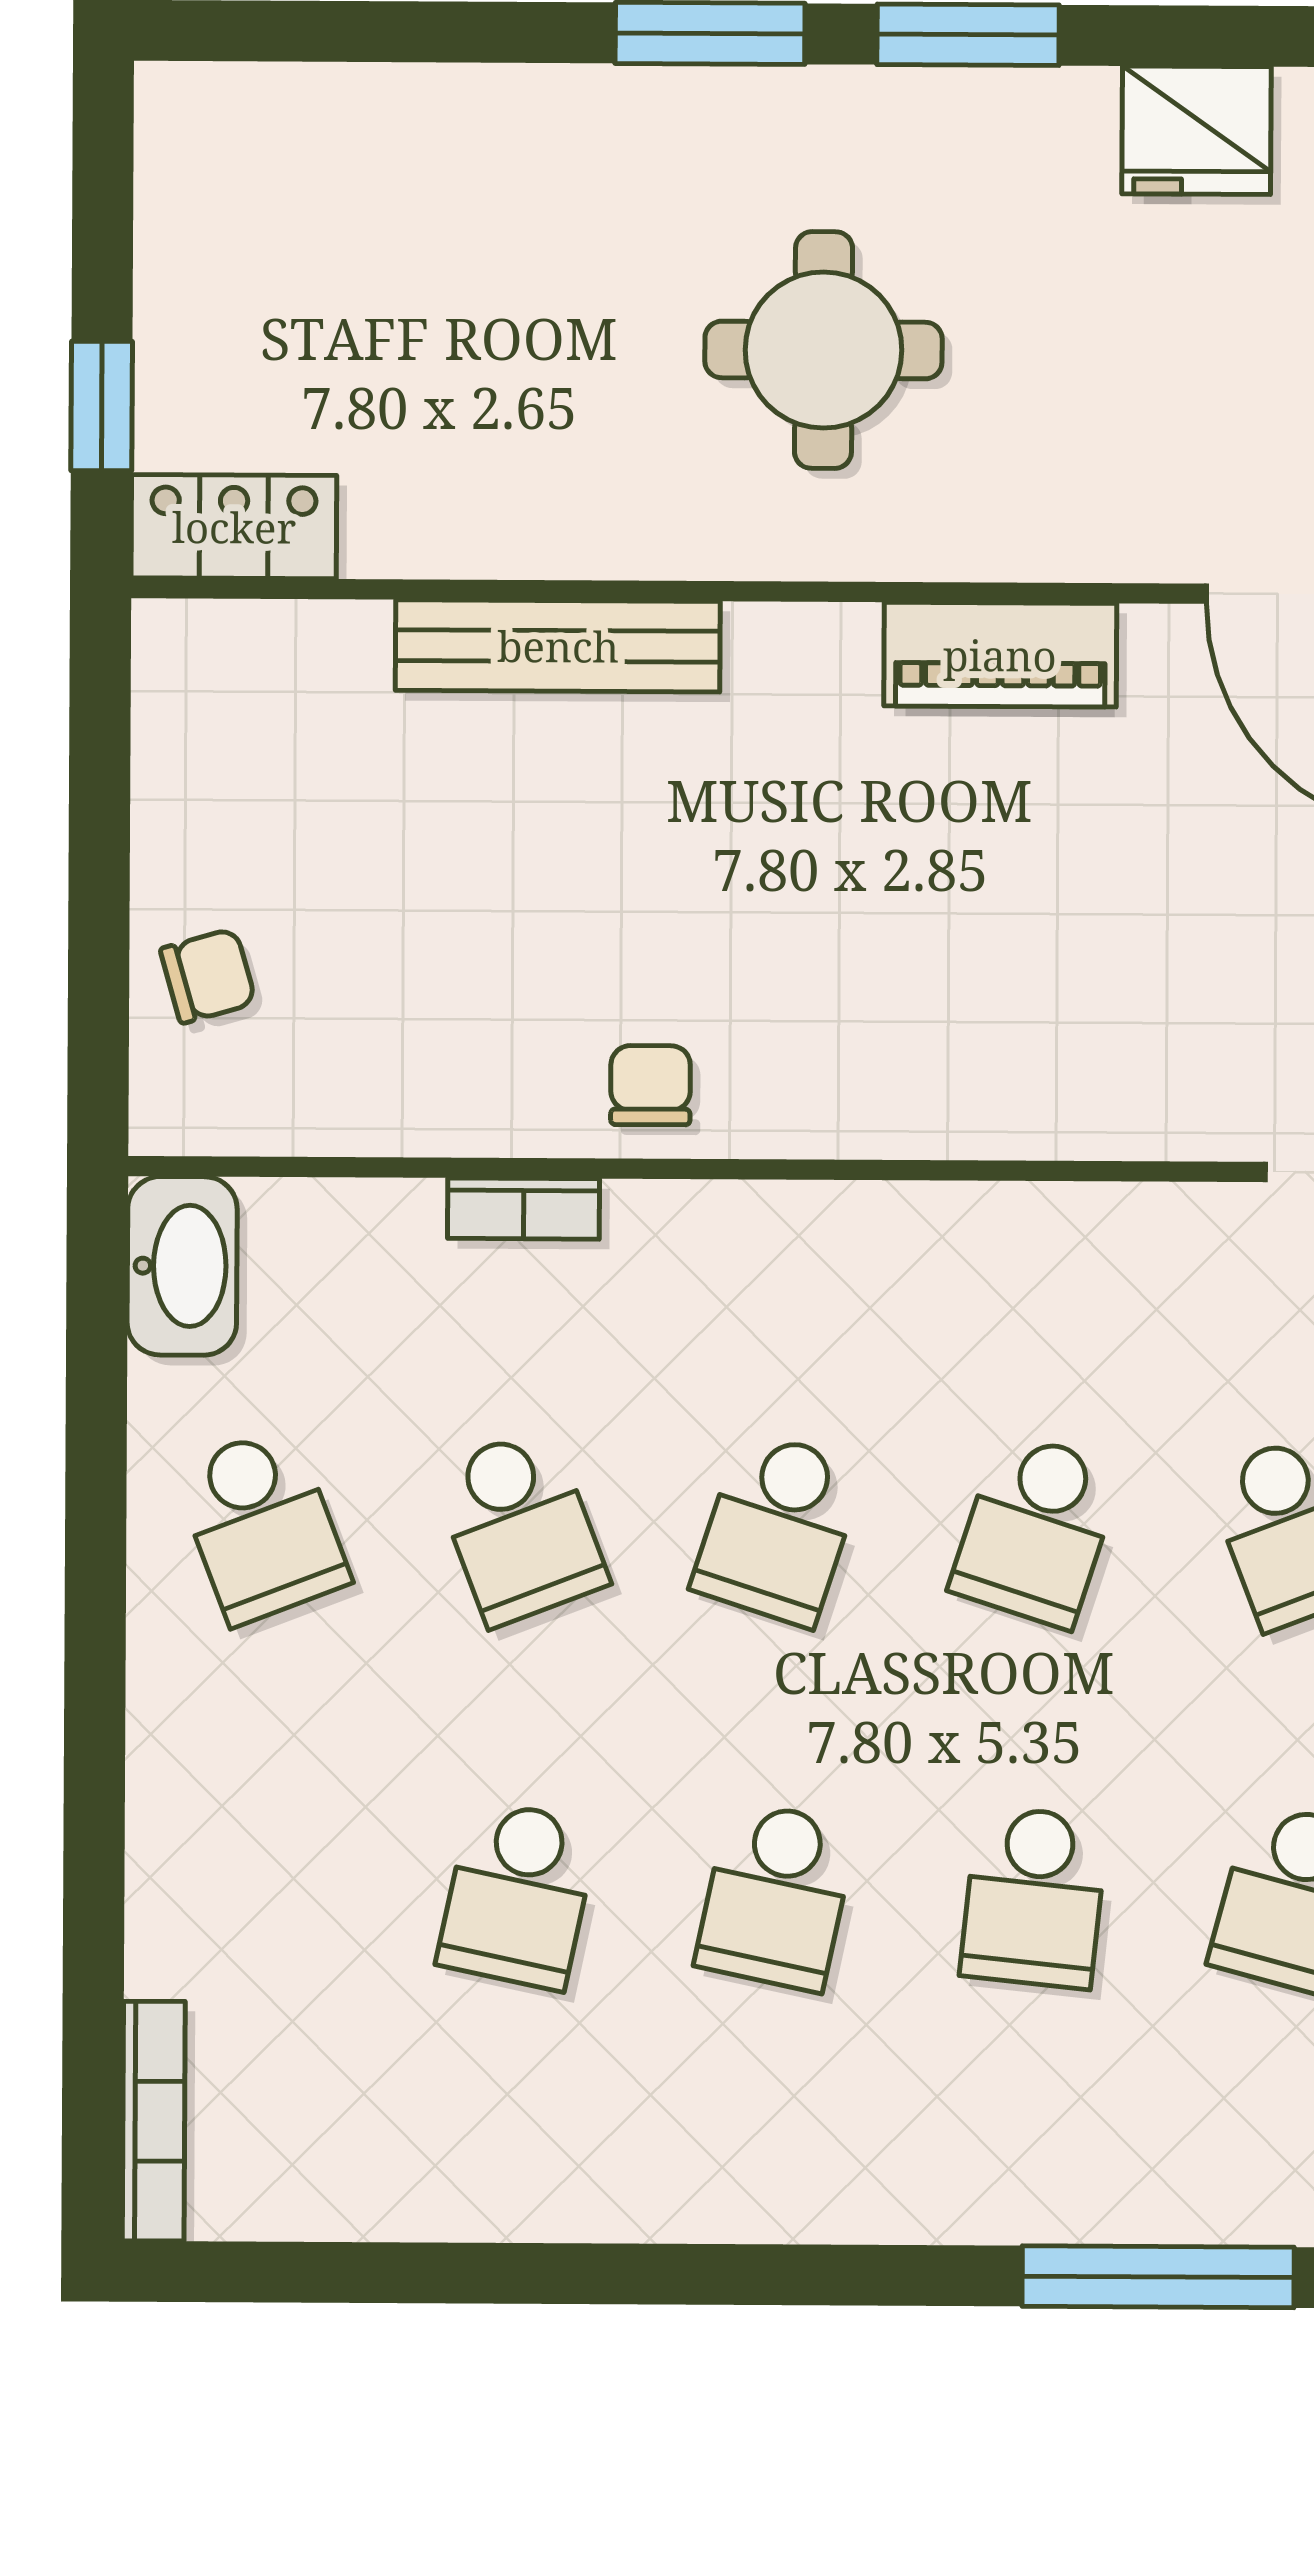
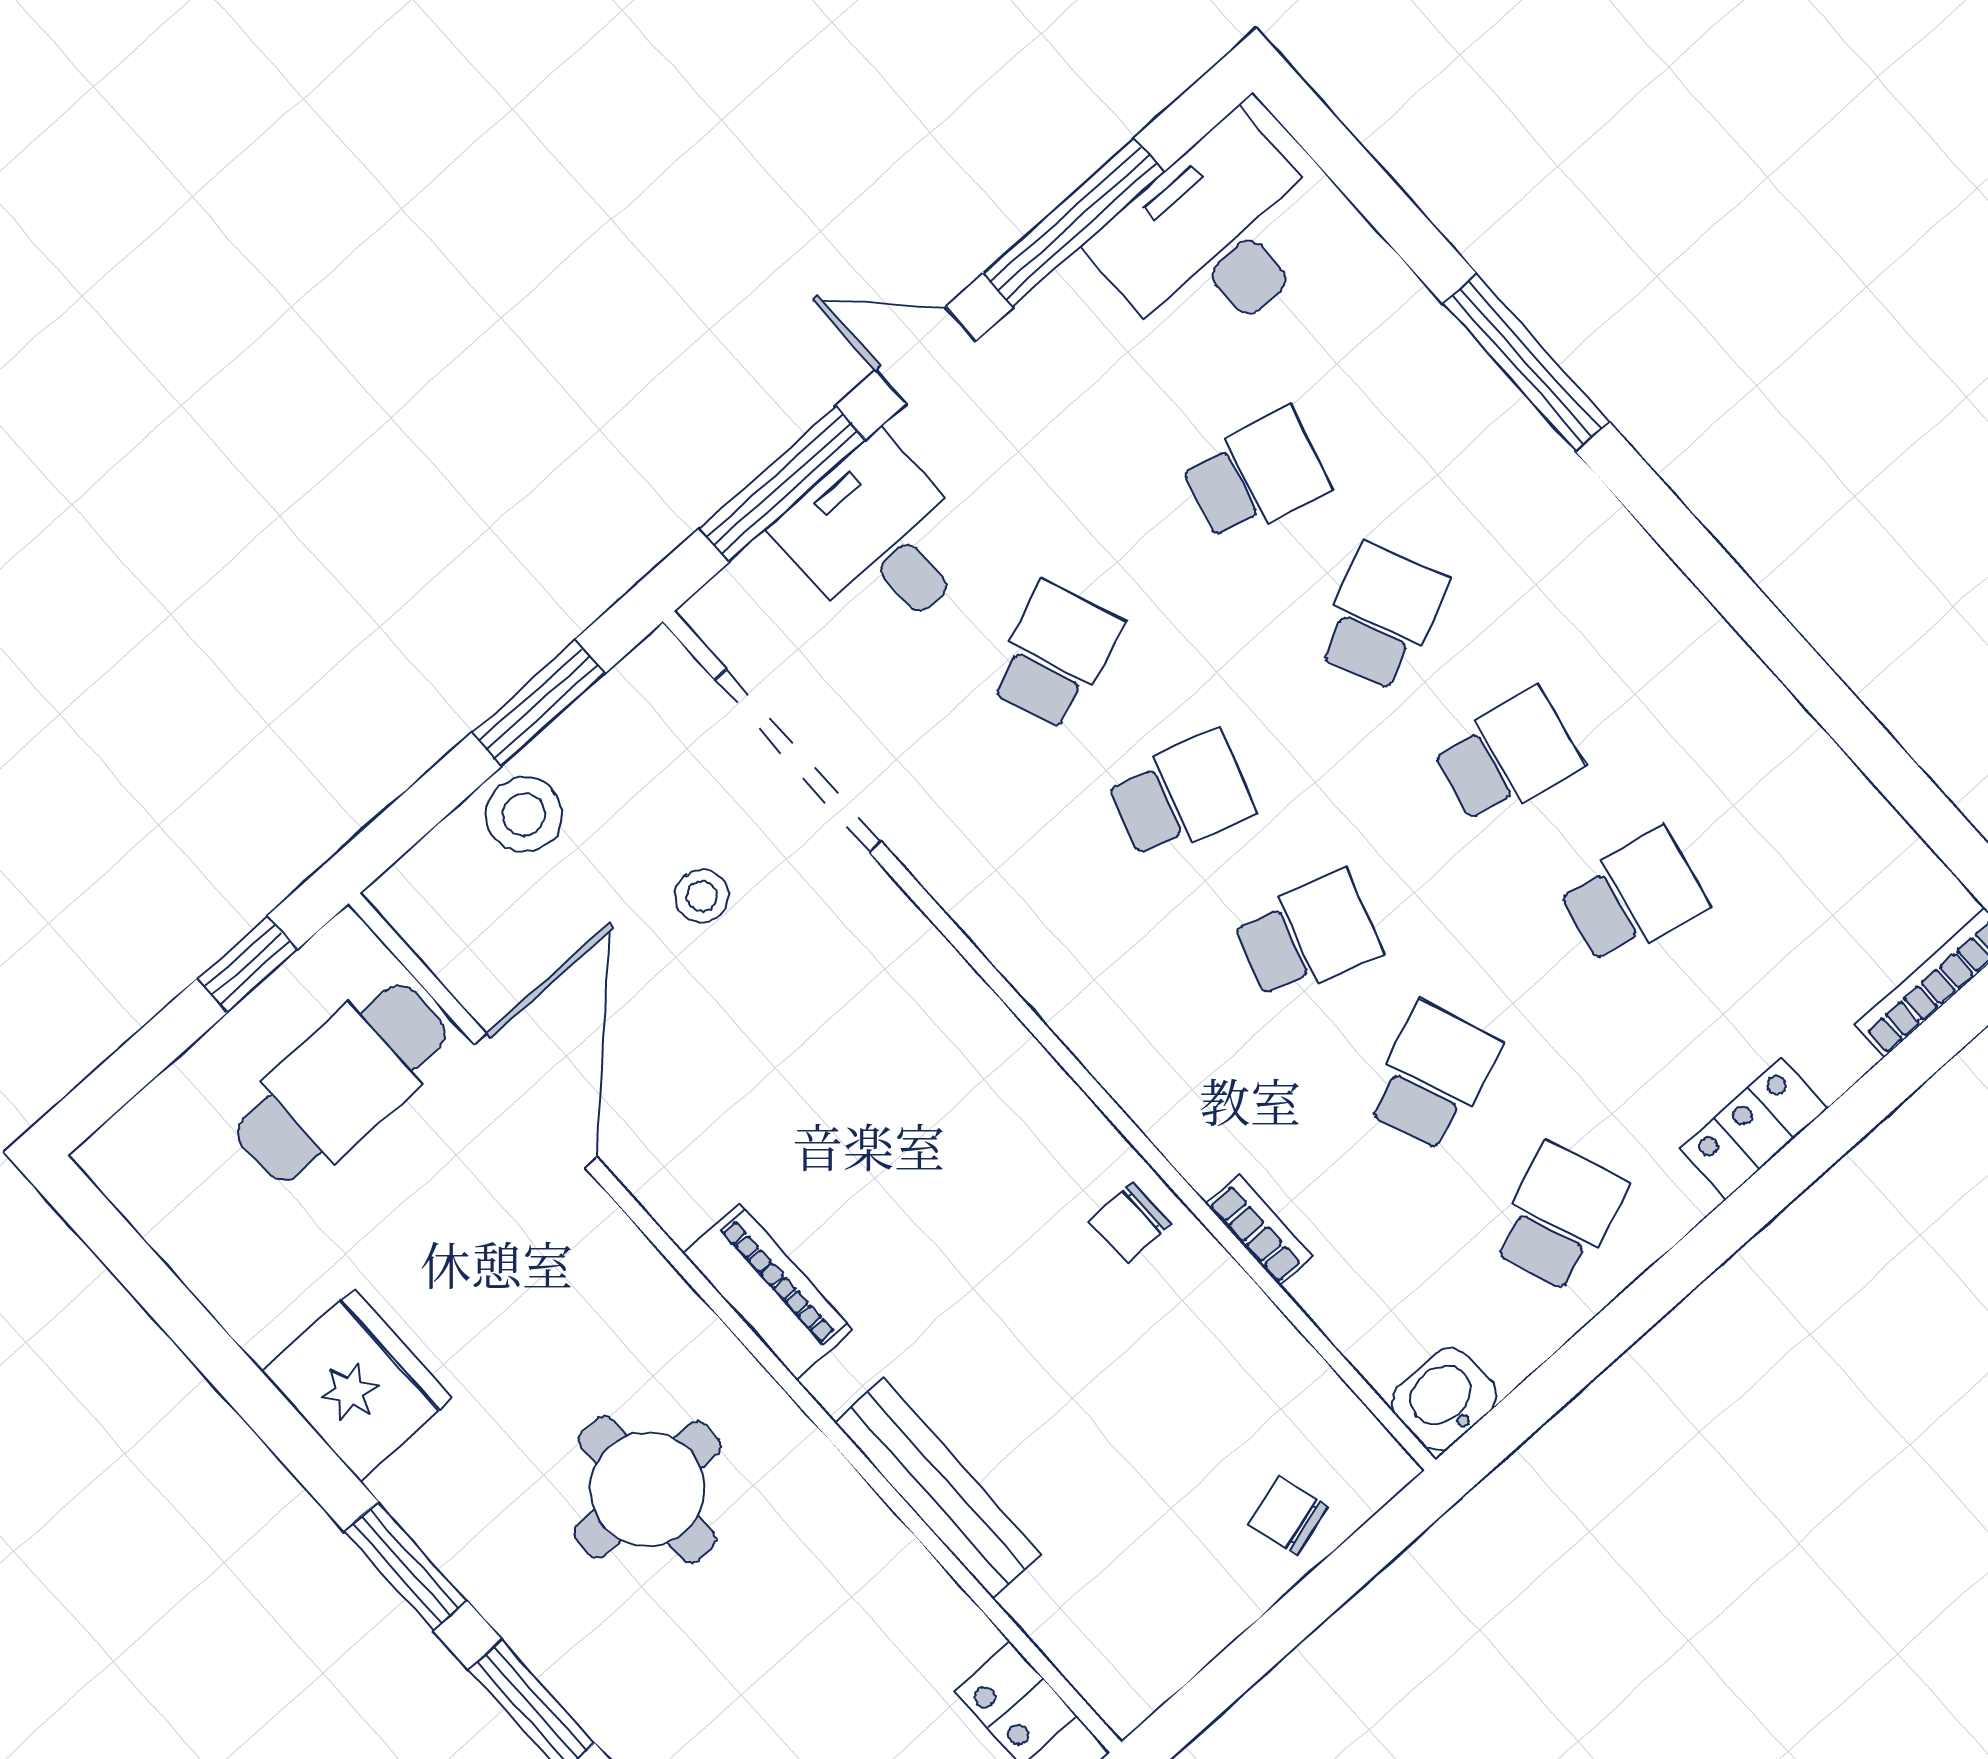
fridge: (1197, 130) -> (357, 1385), width x1.36, depth x1.34
piano: (1000, 655) -> (768, 1291), moved
washbasin: (182, 1266) -> (1444, 1399), width x0.72
locker: (172, 1804) -> (1754, 1129), added
school desk: (1034, 1897) -> (1381, 616), turned -30

